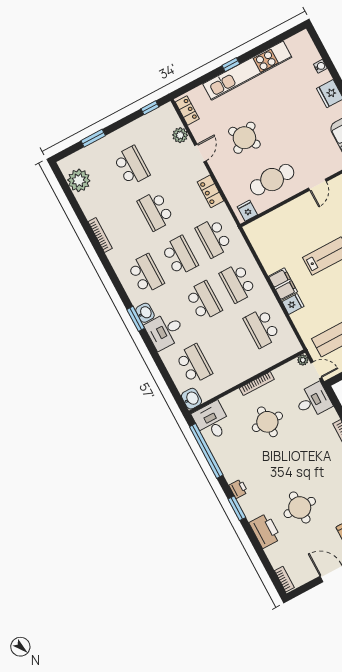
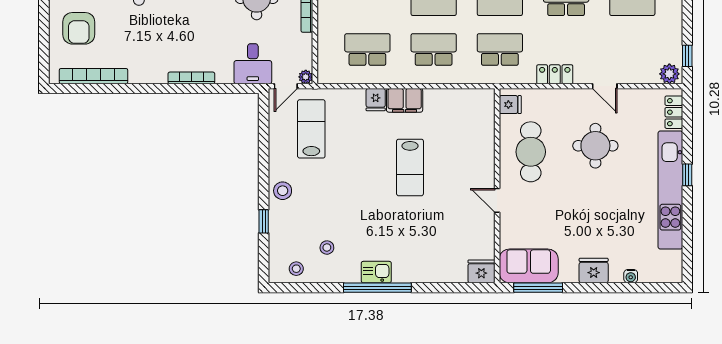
locker: (187, 110) -> (674, 112), moved, turned 90
plant: (180, 135) -> (669, 74), moved
round table: (244, 138) -> (595, 146), turned 33

